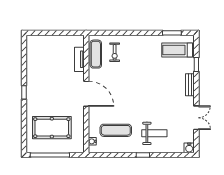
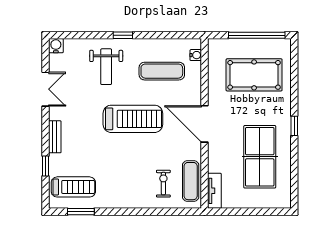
tv unit: (79, 59) -> (214, 191), moved
table tennis table: (48, 71) -> (260, 157), added
treadmill: (136, 97) -> (133, 119), added
double door: (196, 118) -> (45, 89), swing flipped
weight bench: (154, 133) -> (106, 67), turned -90

